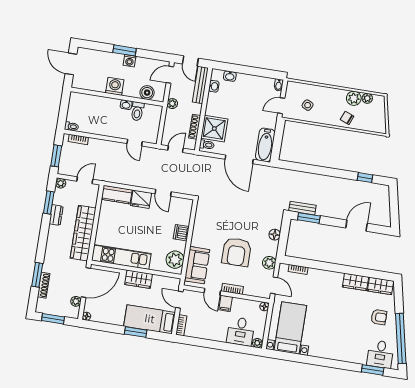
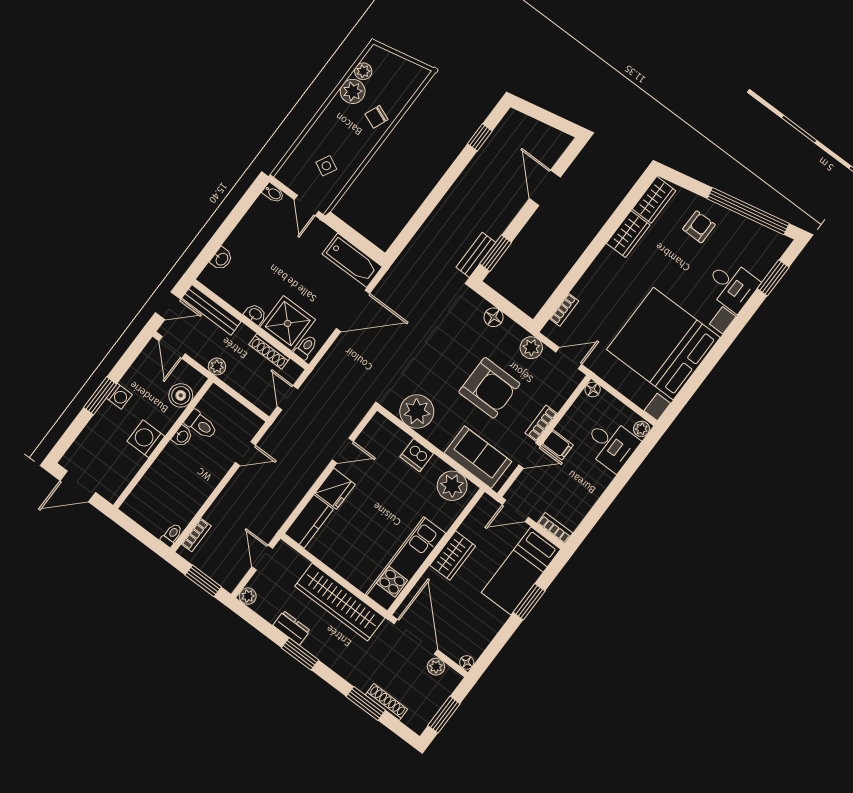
washbasin: (214, 86) -> (255, 314), moved
window: (49, 202) -> (300, 654), moved
plant: (204, 221) -> (417, 412), added
bed with nightstands: (290, 328) -> (663, 344), width x1.85
desk: (380, 354) -> (732, 285), moved

